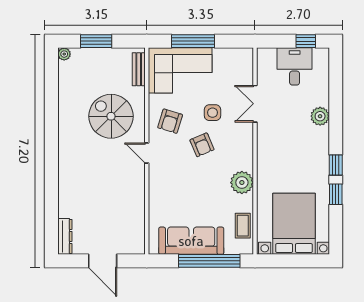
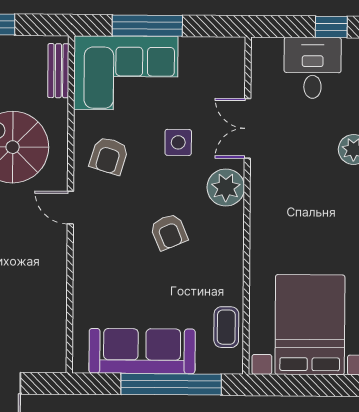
armchair: (202, 145) -> (169, 232), moved
plant: (242, 183) -> (226, 188), moved

